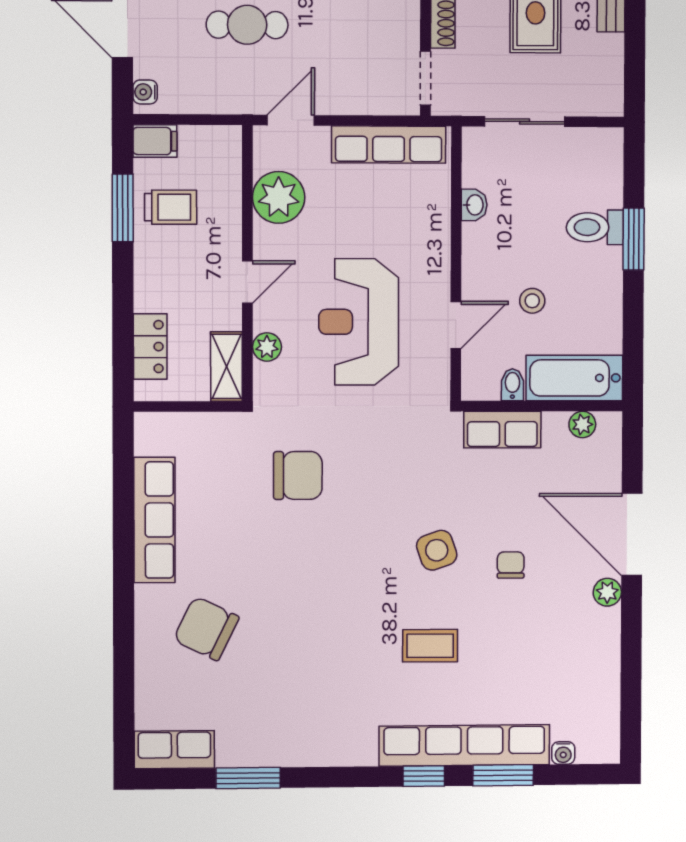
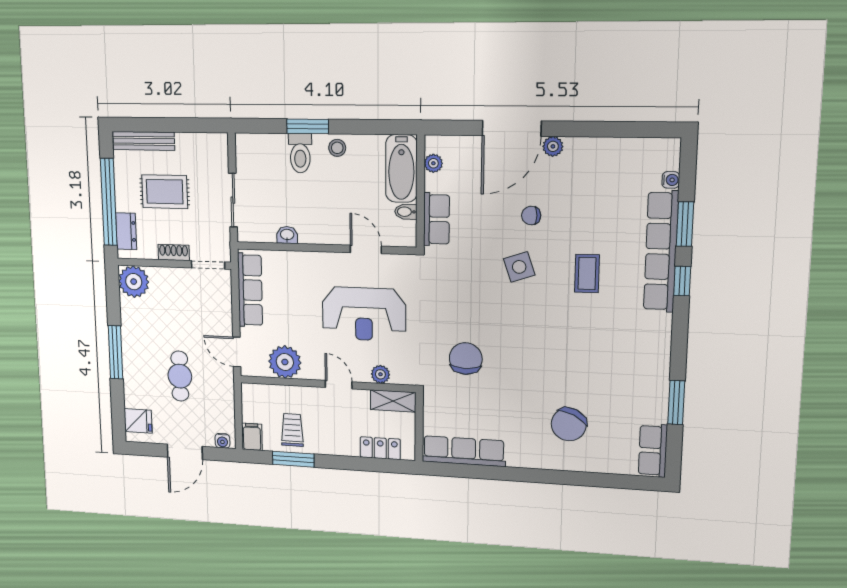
stool: (532, 301) -> (337, 148), moved
row of seats: (154, 520) -> (464, 451), moved

